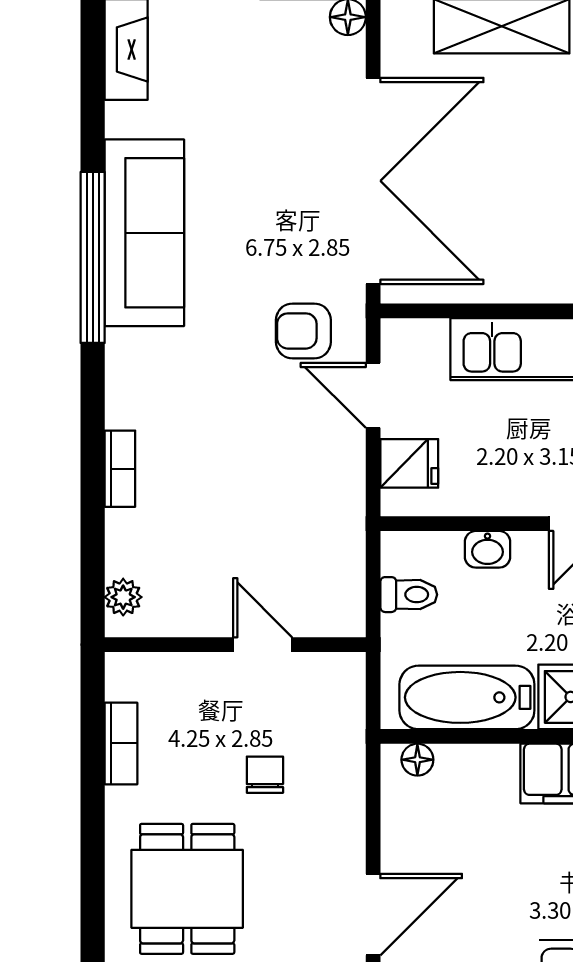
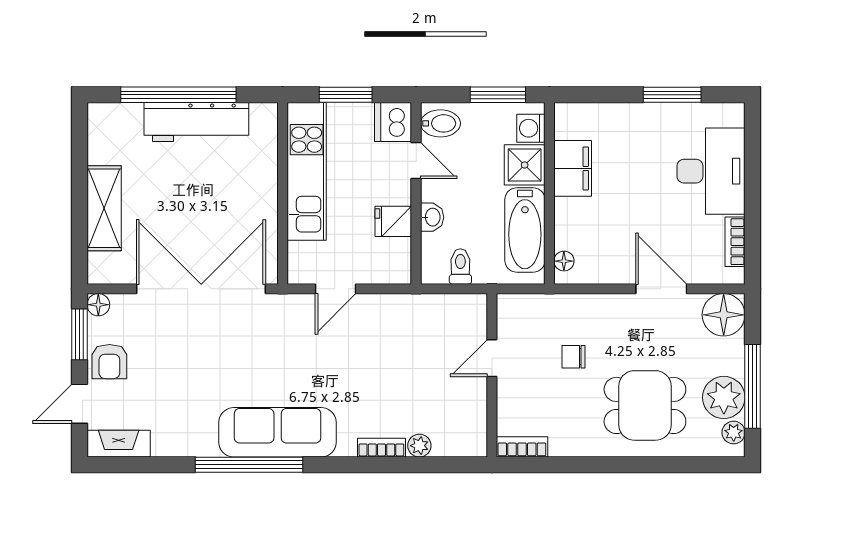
sofa: (144, 233) -> (278, 432), moved
armchair: (303, 331) -> (109, 362), moved
fridge: (409, 463) -> (393, 221), moved, turned -90
plant: (123, 597) -> (419, 446), moved
bookcase: (121, 743) -> (522, 447), moved

